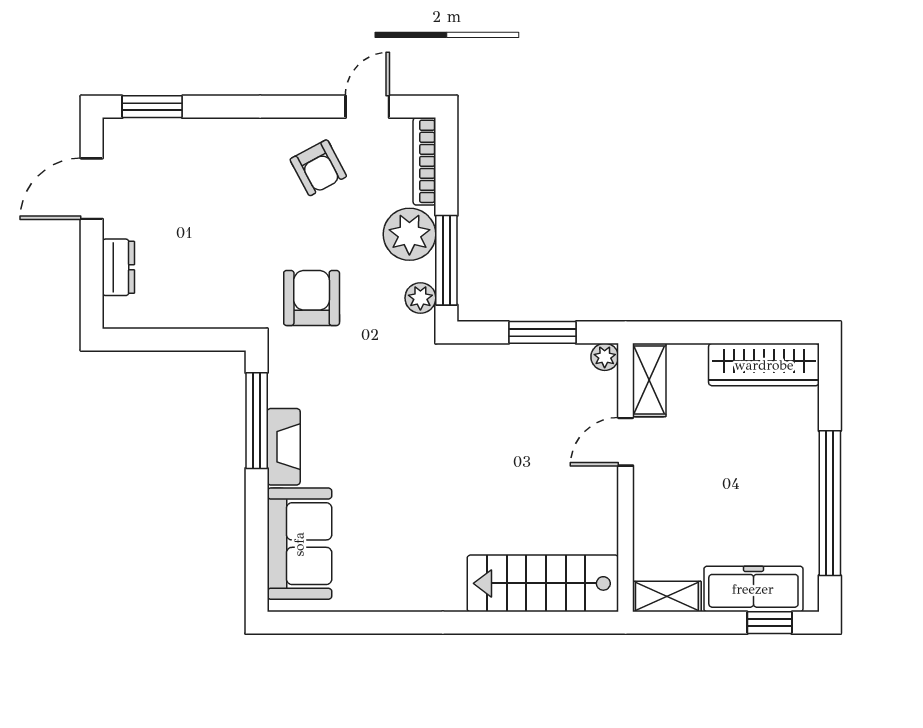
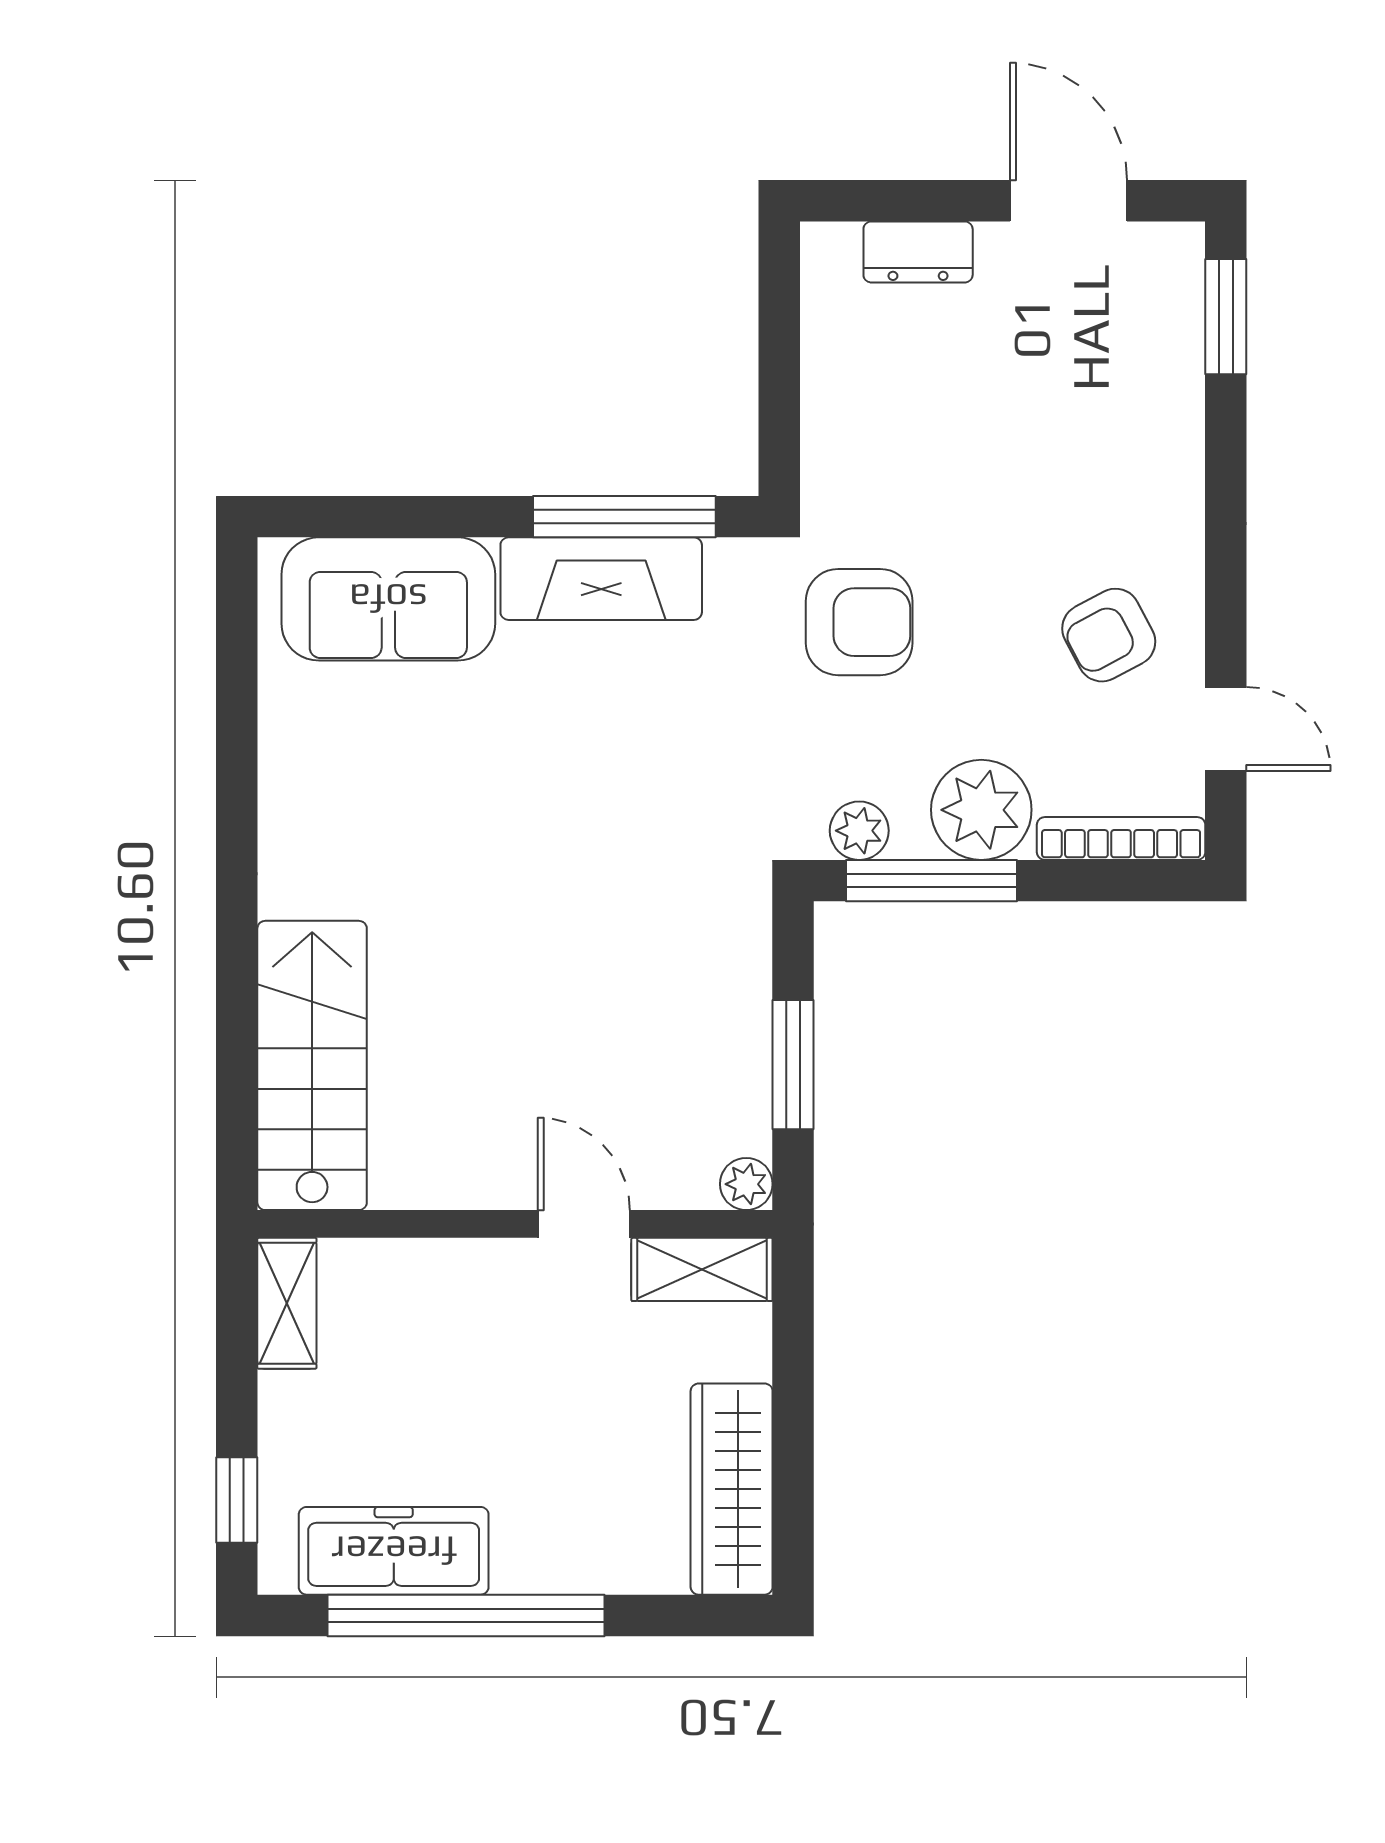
fireplace: (284, 447) -> (601, 579), width x1.37, depth x1.32
freezer: (753, 589) -> (394, 1551), moved, turned -90

